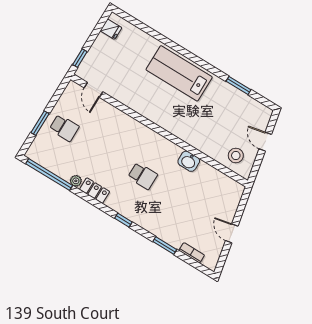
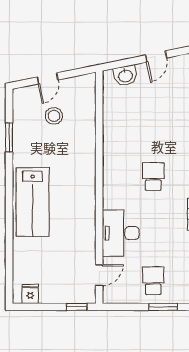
desk: (115, 125) -> (121, 233), added
stool: (236, 155) -> (54, 116), moved
washbasin: (189, 161) -> (125, 75), moved, turned 79

